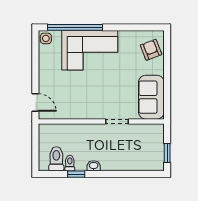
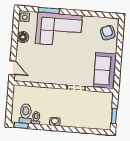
window: (75, 27) -> (49, 10), width x0.47
floor lamp: (45, 63) -> (23, 37), added
window: (76, 174) -> (21, 126), moved

